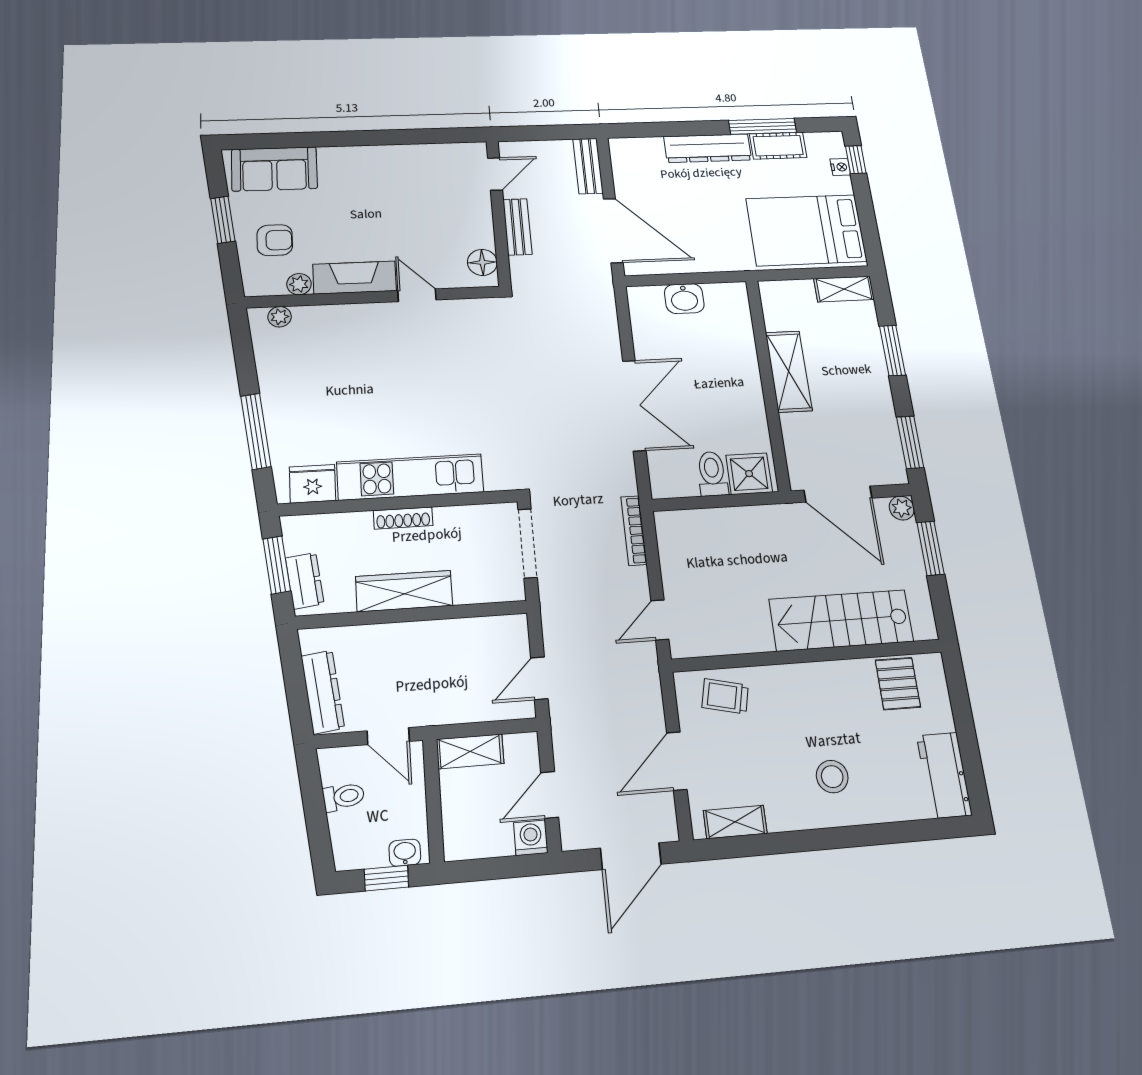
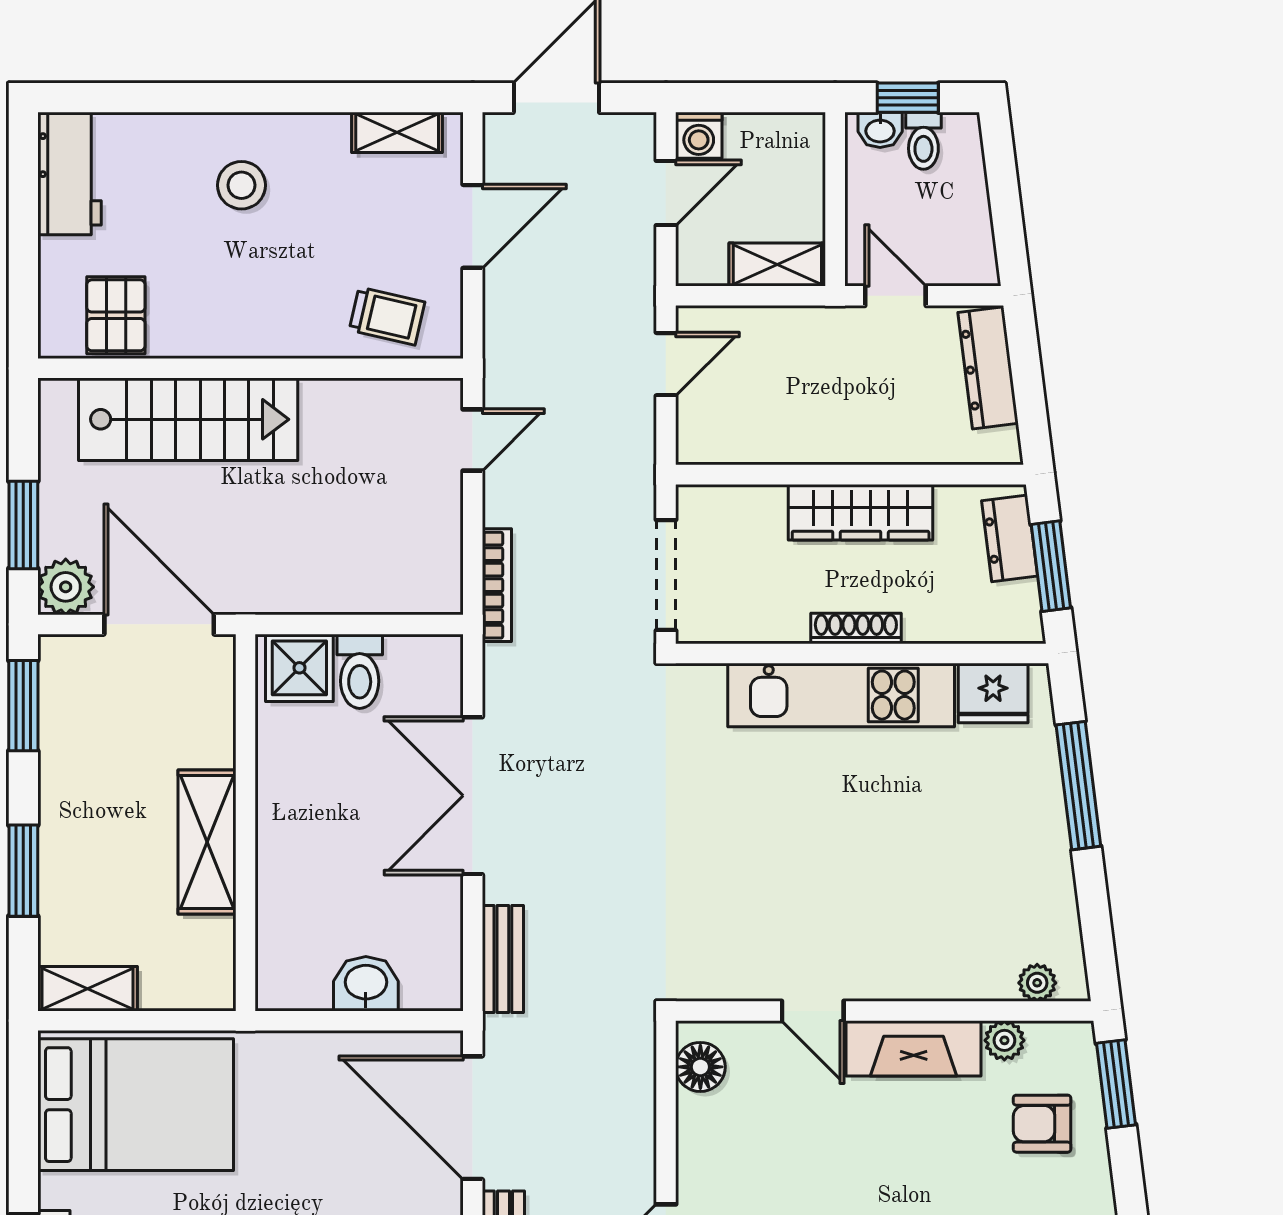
window: (223, 220) -> (1116, 1084), moved
bench: (517, 227) -> (503, 959), moved
plant: (902, 508) -> (66, 587), width x1.38, depth x1.38
toilet: (344, 797) -> (923, 141), moved, turned -83

